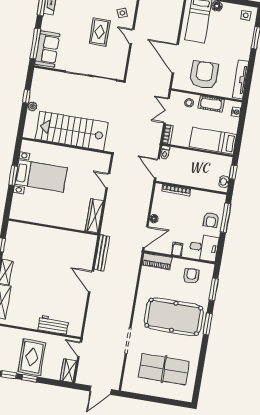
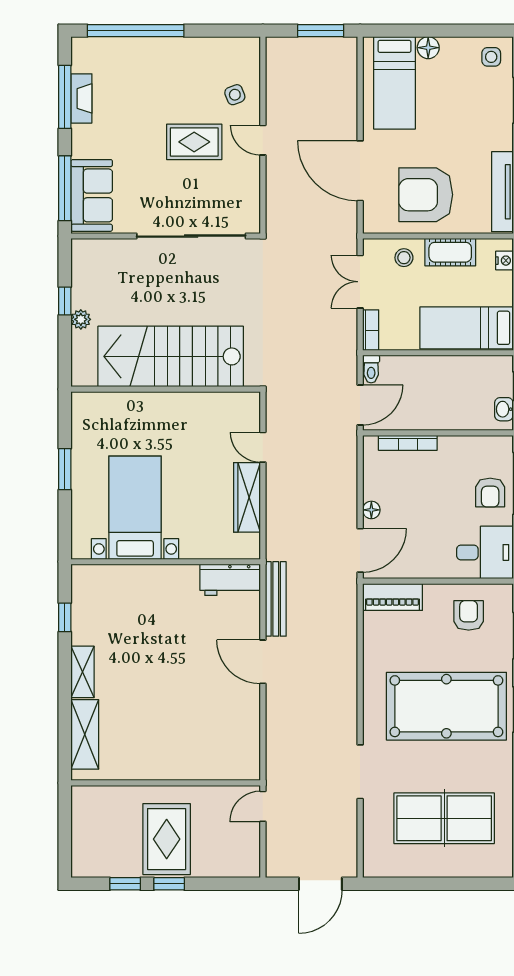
rug: (100, 32) -> (194, 142), turned 90
armchair: (204, 75) -> (426, 195), turned -90
door: (157, 169) -> (360, 405), swing flipped
bed with nightstands: (41, 176) -> (135, 508), moved, turned -90
wardrobe: (94, 216) -> (247, 497), moved
filing cabinet: (177, 249) -> (430, 565), removed
workbench: (53, 325) -> (230, 580), moved, turned 180
door: (80, 349) -> (263, 806), hinge flipped
wardrobe: (68, 371) -> (247, 855), removed

